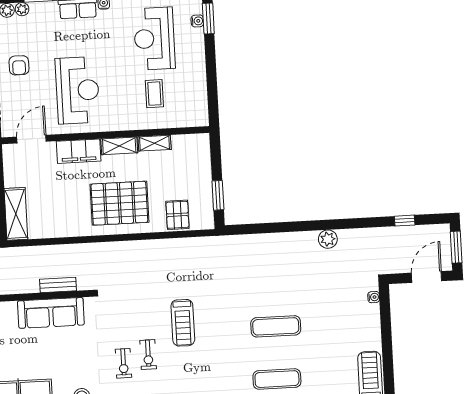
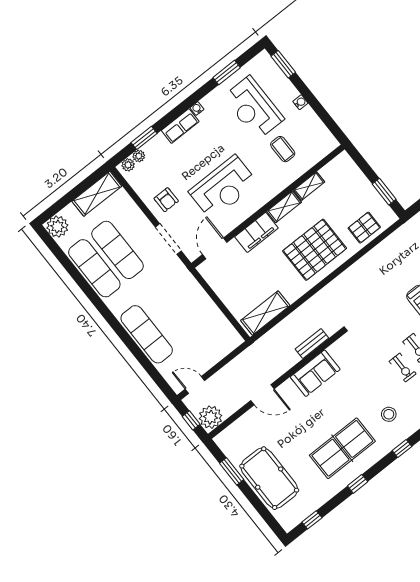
water cooler: (197, 21) -> (300, 102), moved
reception desk: (77, 90) -> (223, 187), turned 90
shelving: (16, 214) -> (265, 313), moved, turned 90
pallet: (177, 215) -> (364, 228), turned 90
sofa: (51, 313) -> (315, 373), width x0.73

